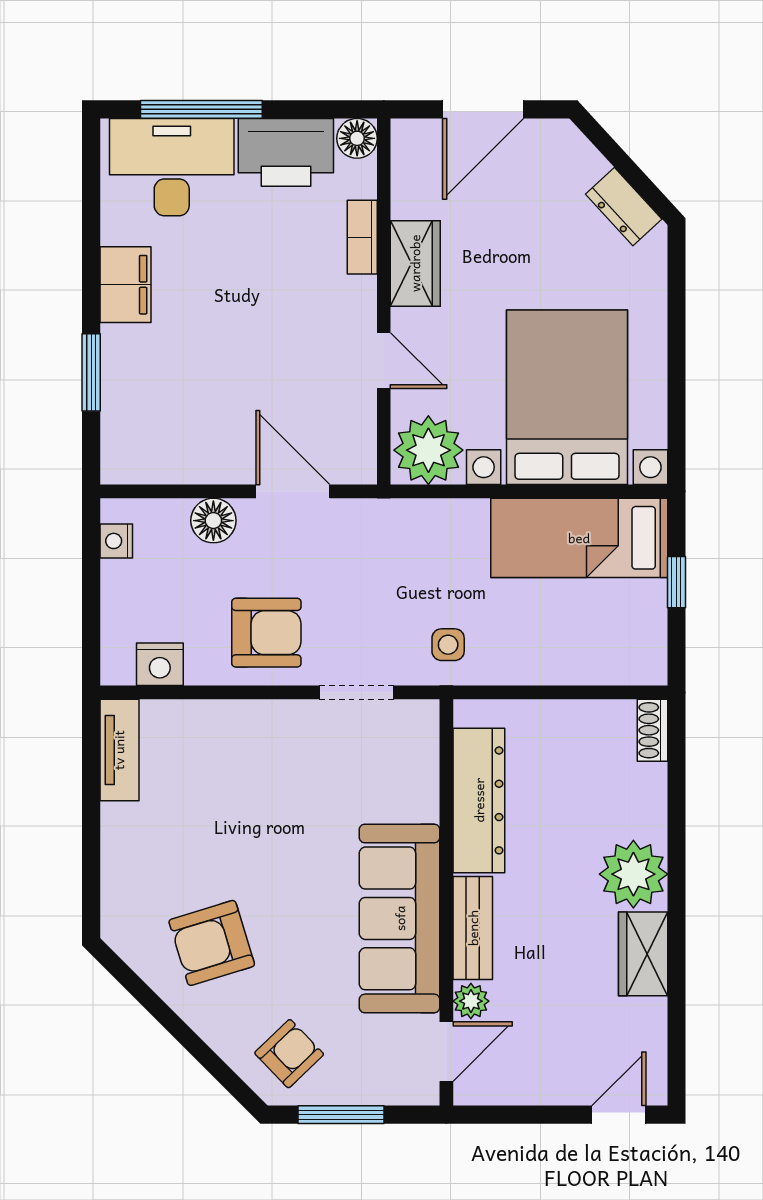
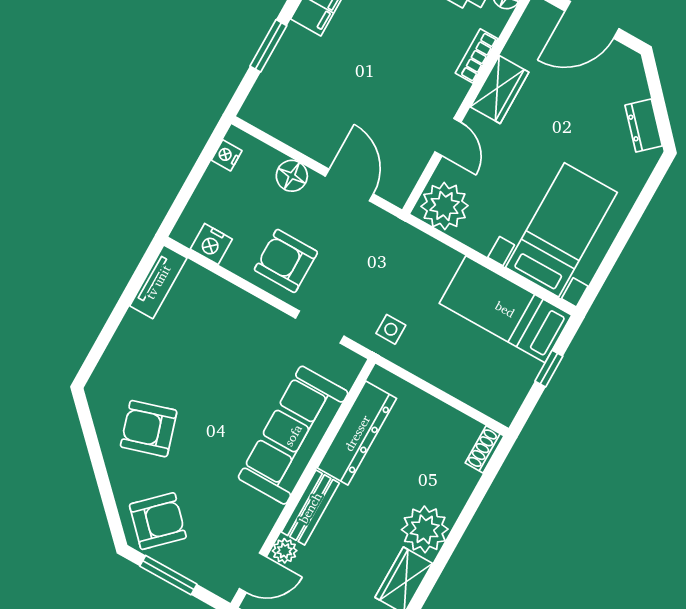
bed with nightstands: (567, 397) -> (561, 230), width x0.73
armchair: (266, 633) -> (286, 261), turned 180
sofa: (400, 918) -> (293, 435), moved
armchair: (289, 1054) -> (158, 521), width x1.38, depth x1.38

